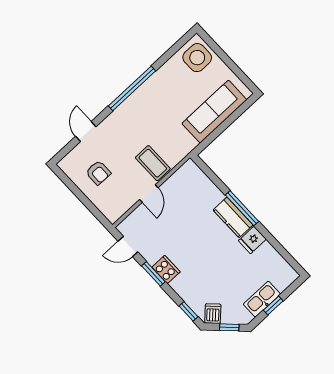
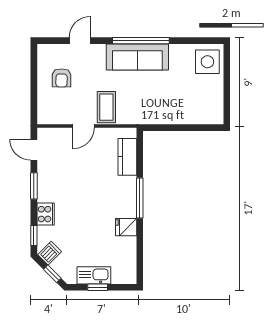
sofa: (214, 112) -> (137, 57), moved, turned 180
kitchen counter: (233, 217) -> (127, 157), moved
cooker: (166, 270) -> (46, 214), moved

